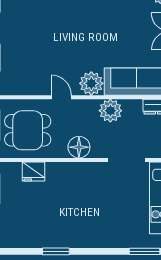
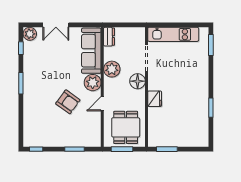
armchair: (64, 48) -> (68, 102), added
floor lamp: (79, 147) -> (138, 81), moved
fridge: (34, 172) -> (155, 99), moved

